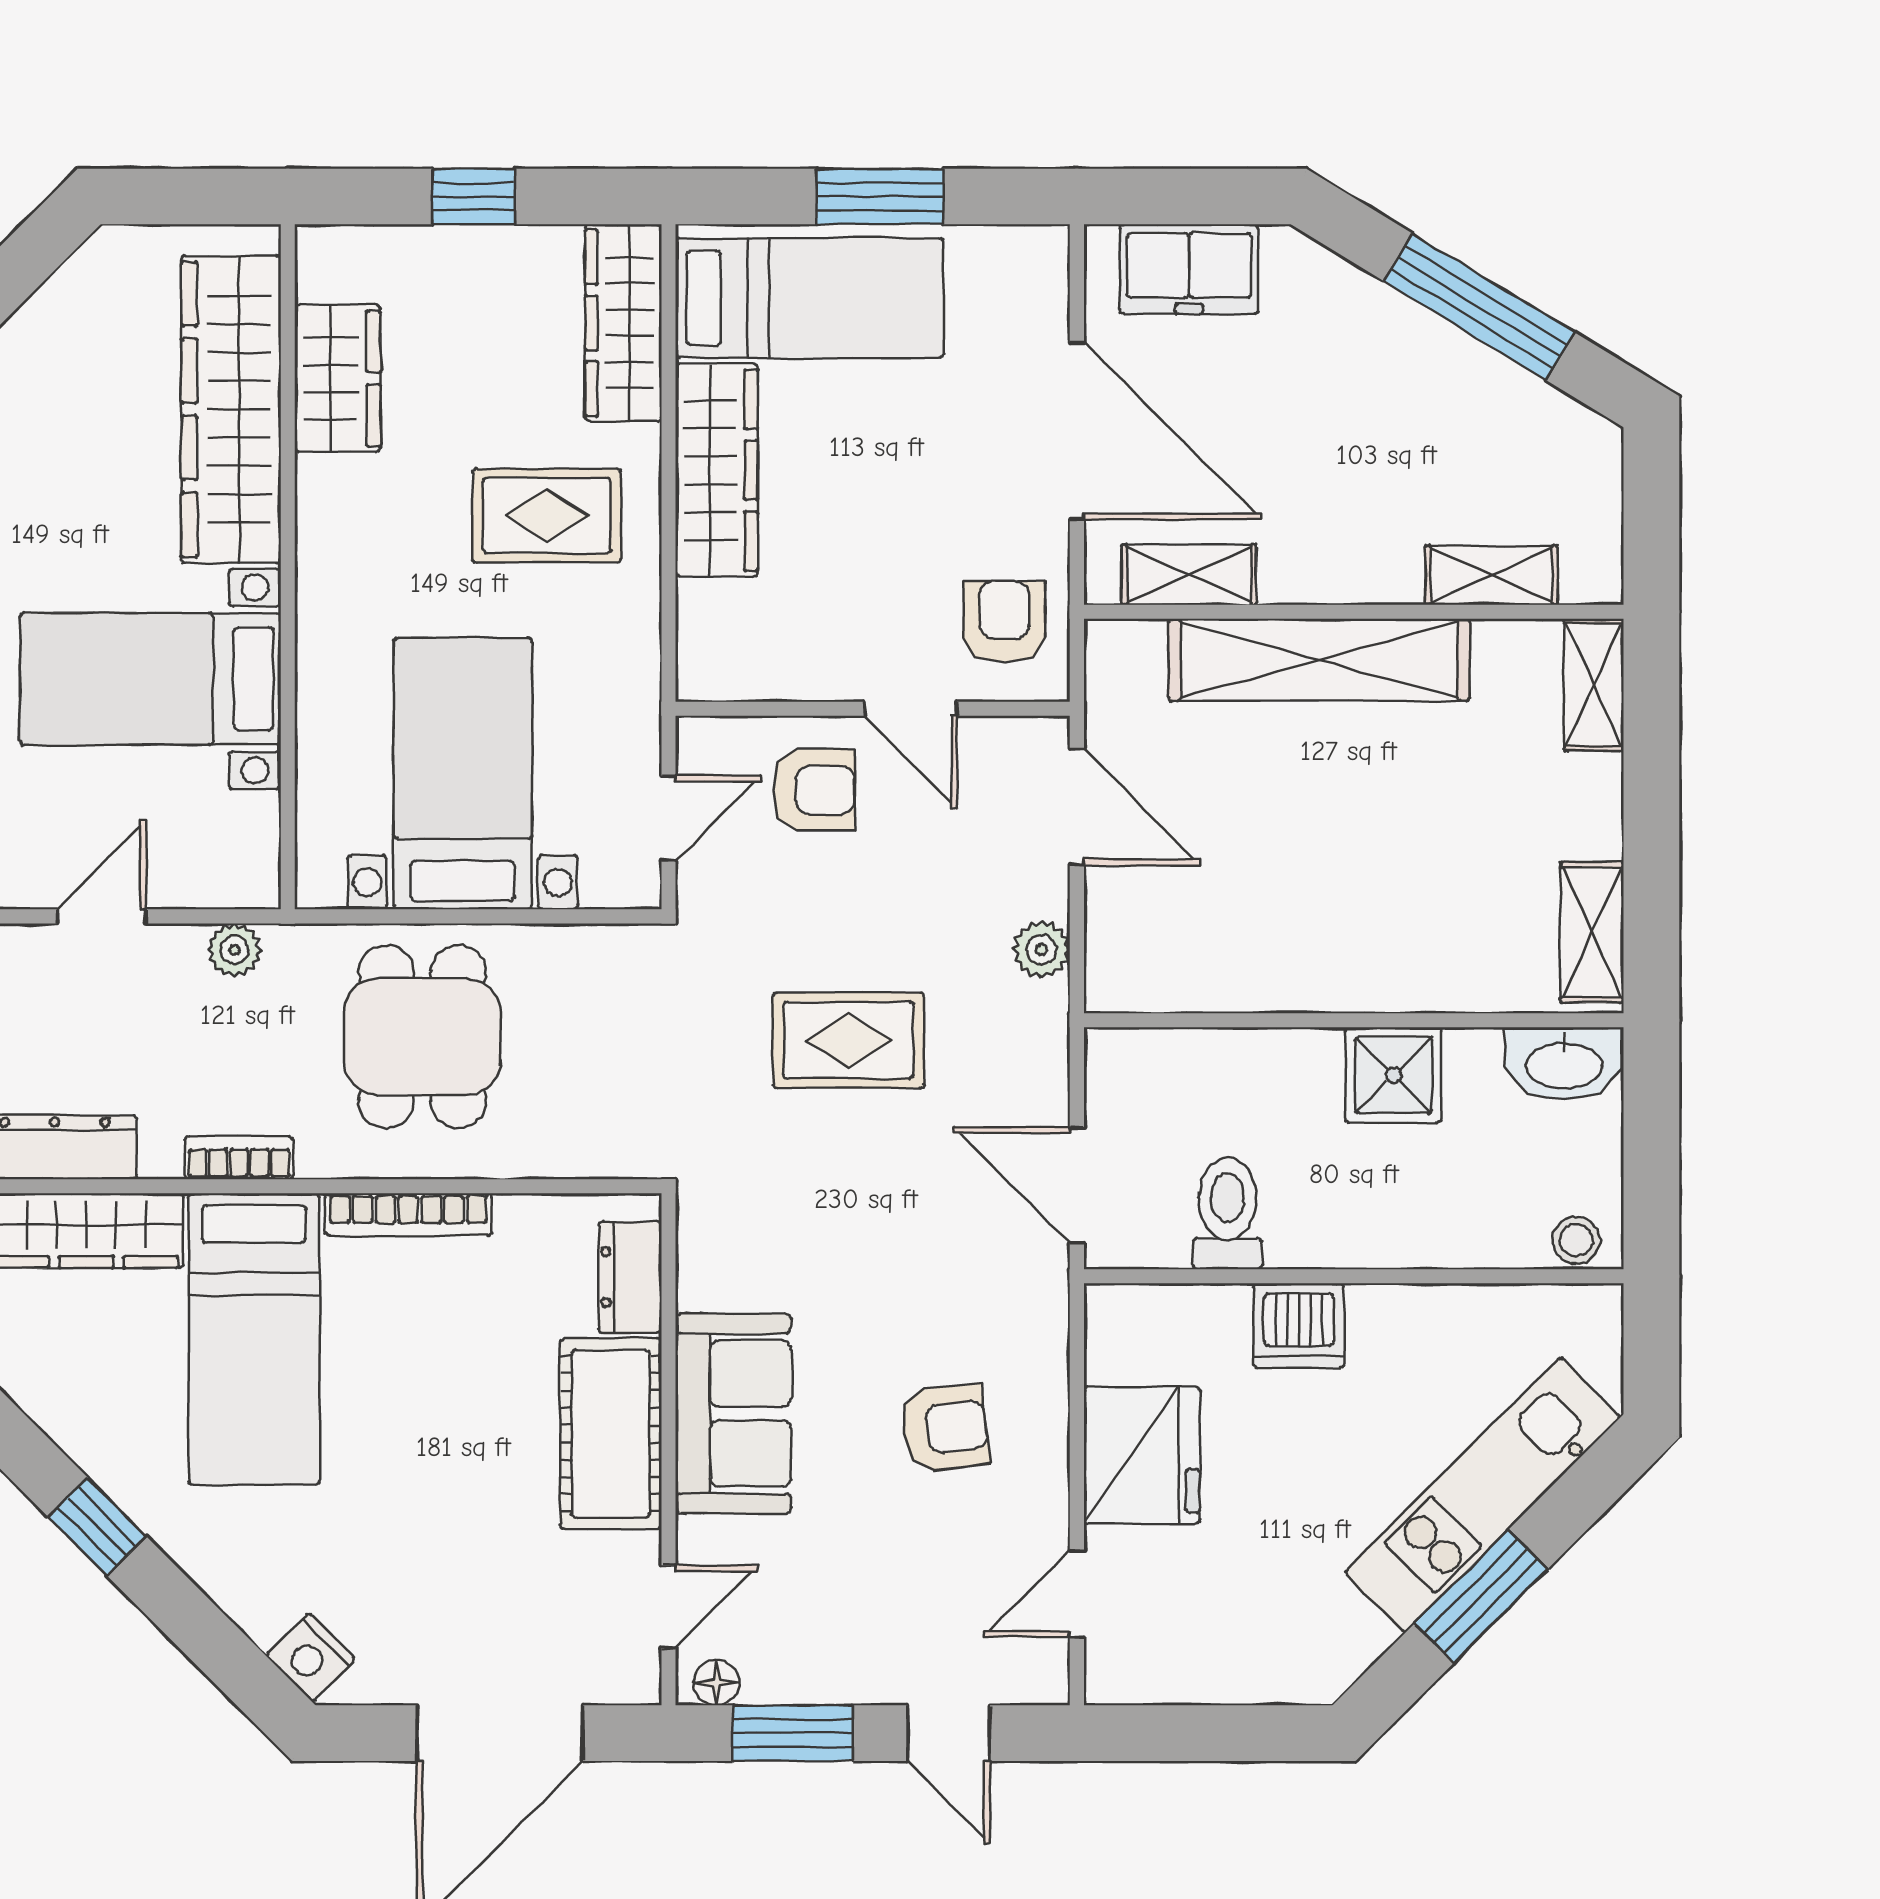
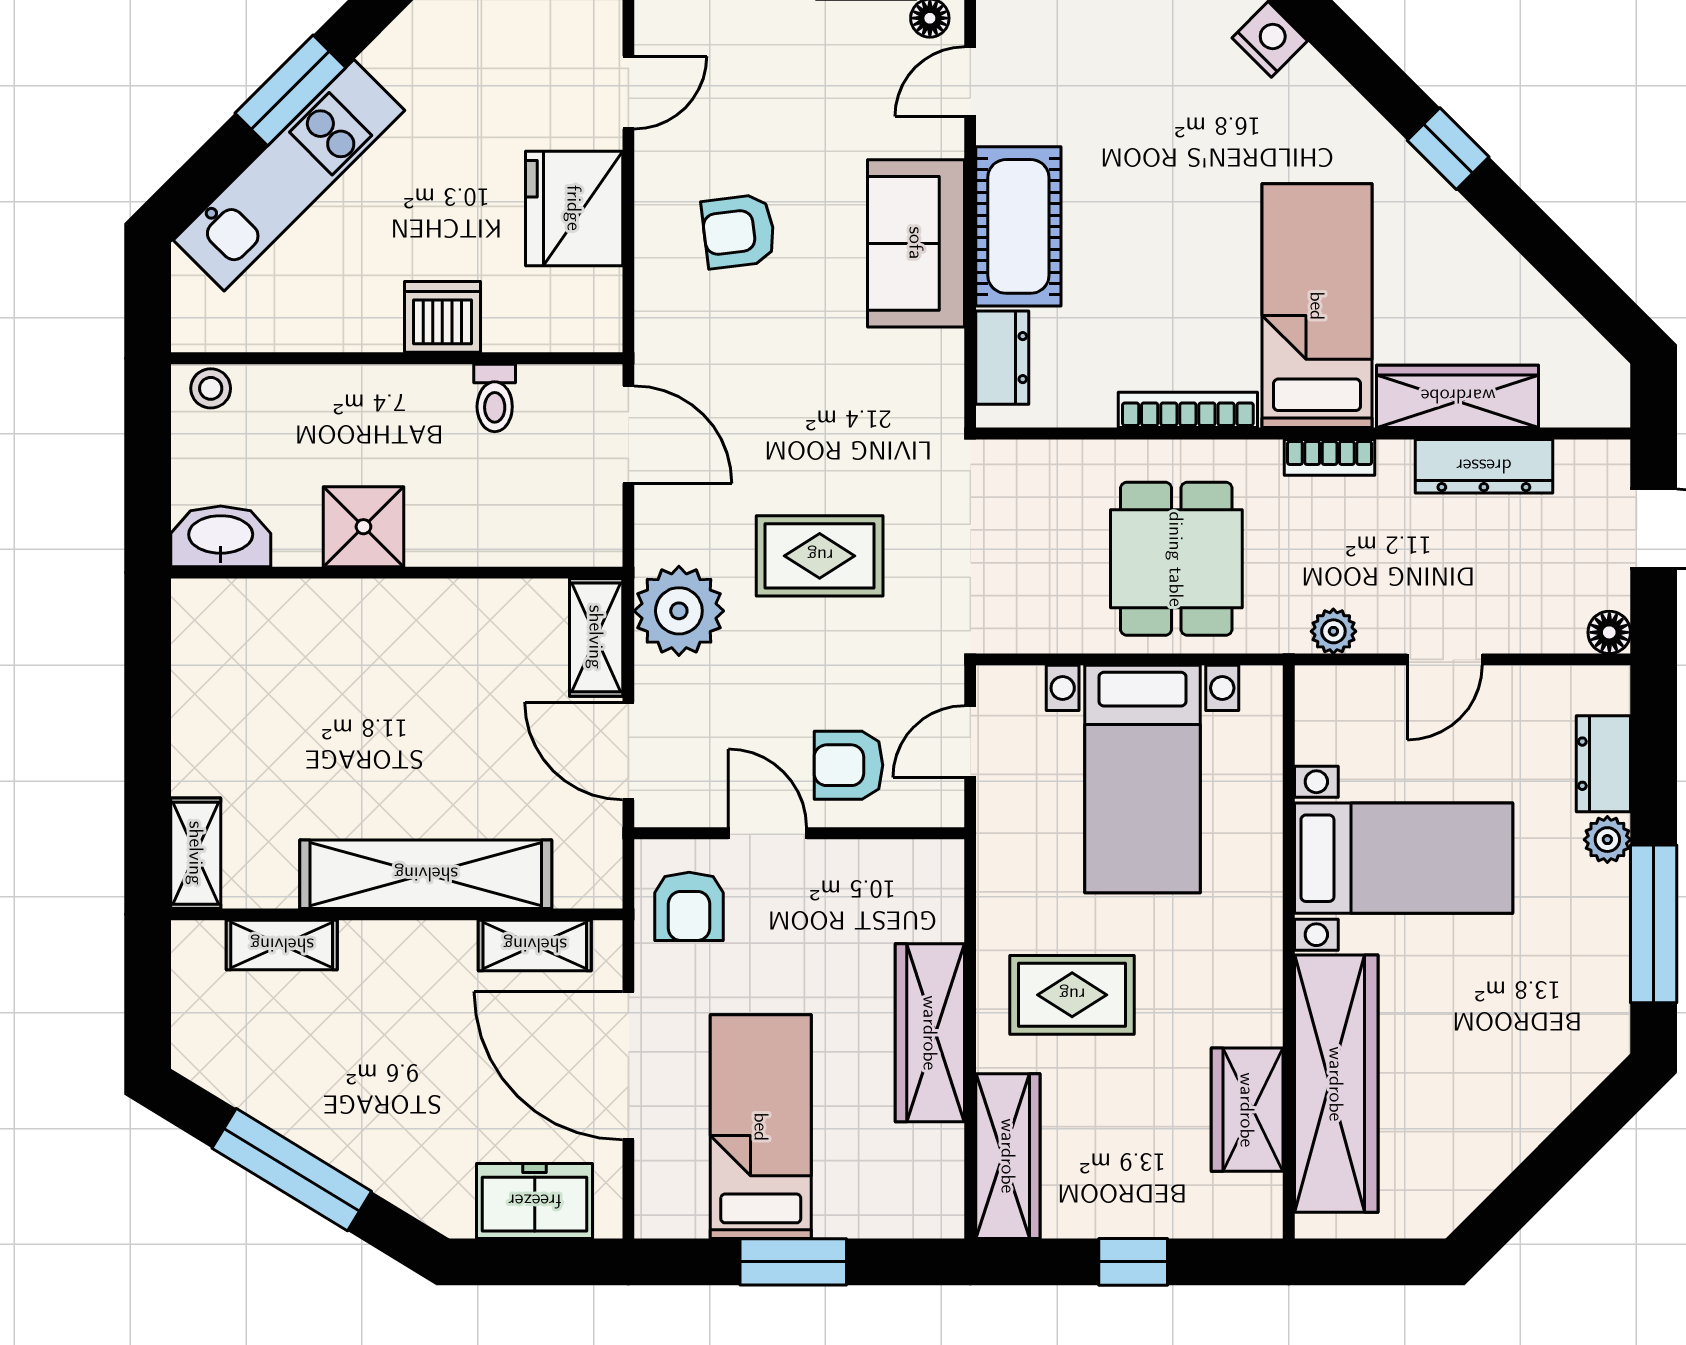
bed: (809, 298) -> (761, 1127), moved, turned 90
shelving: (1592, 932) -> (596, 637), moved
plant: (1041, 949) -> (679, 611), width x1.87, depth x1.87
toilet: (1227, 1213) -> (495, 398), width x0.73, depth x0.72

